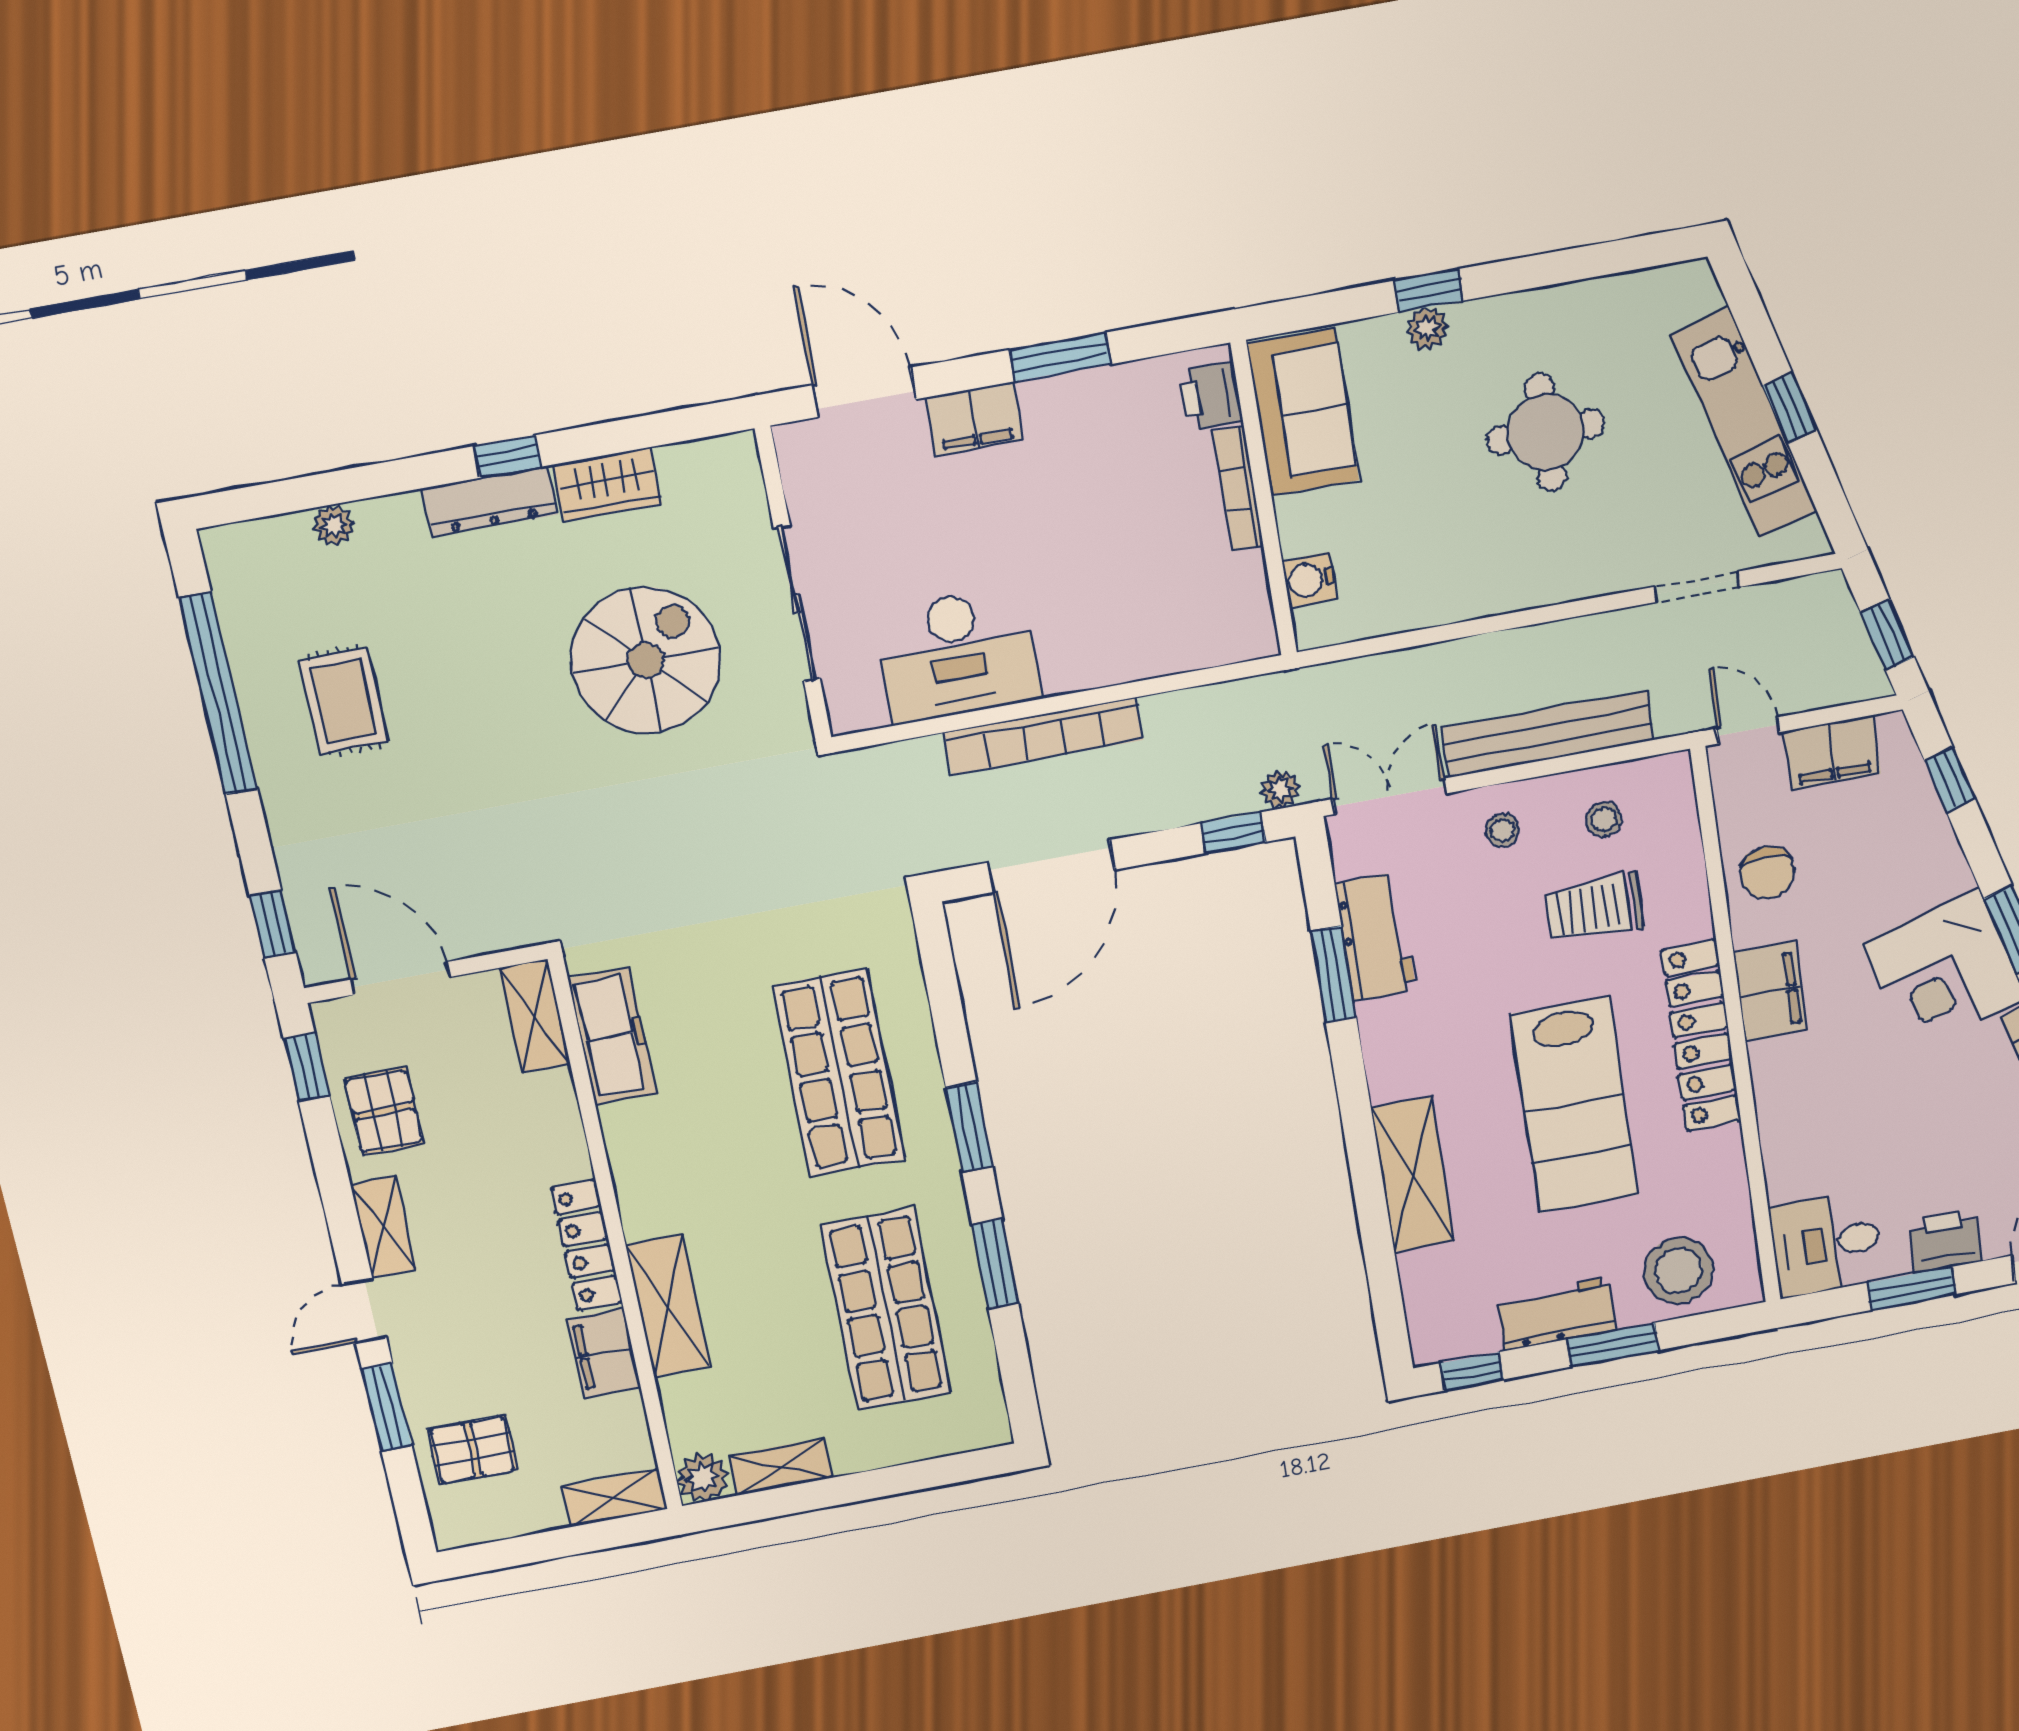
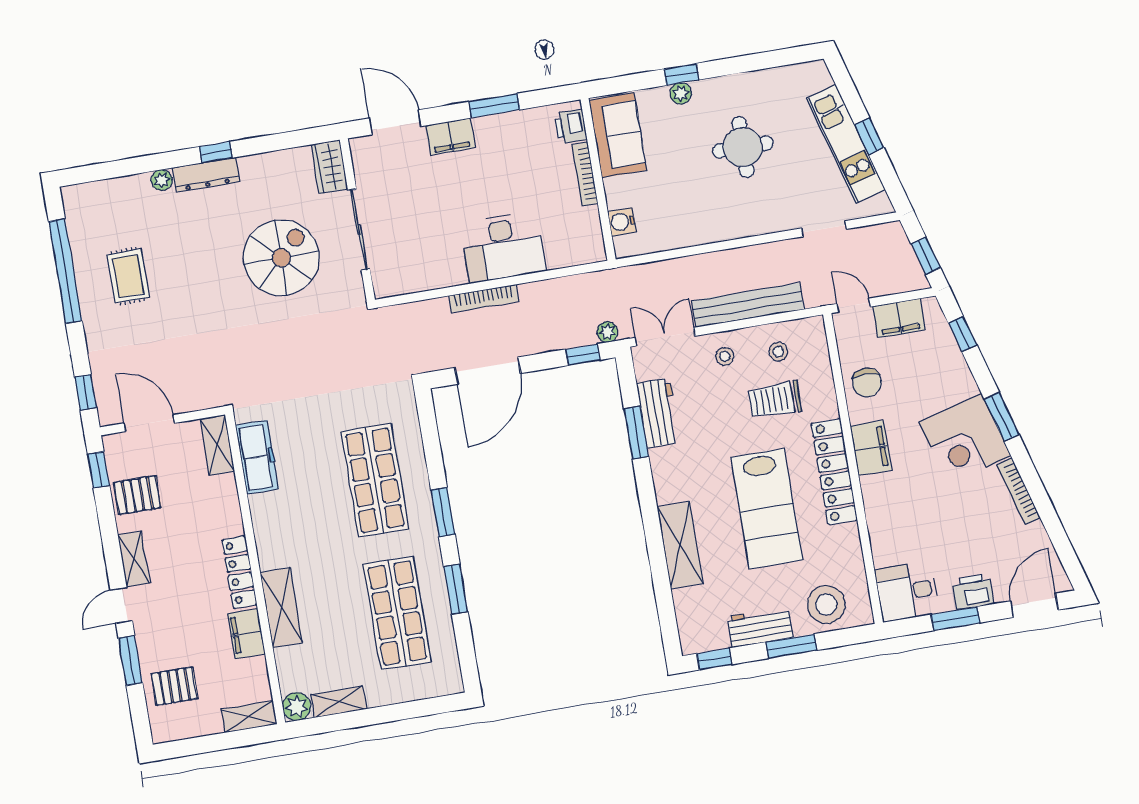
wardrobe: (607, 484) -> (330, 167), moved, turned 90
plant: (334, 525) -> (162, 180), moved
desk: (957, 655) -> (503, 247), moved
bookcase: (1044, 736) -> (484, 298), width x0.68, depth x0.76
pallet: (384, 1111) -> (137, 495), turned 90

